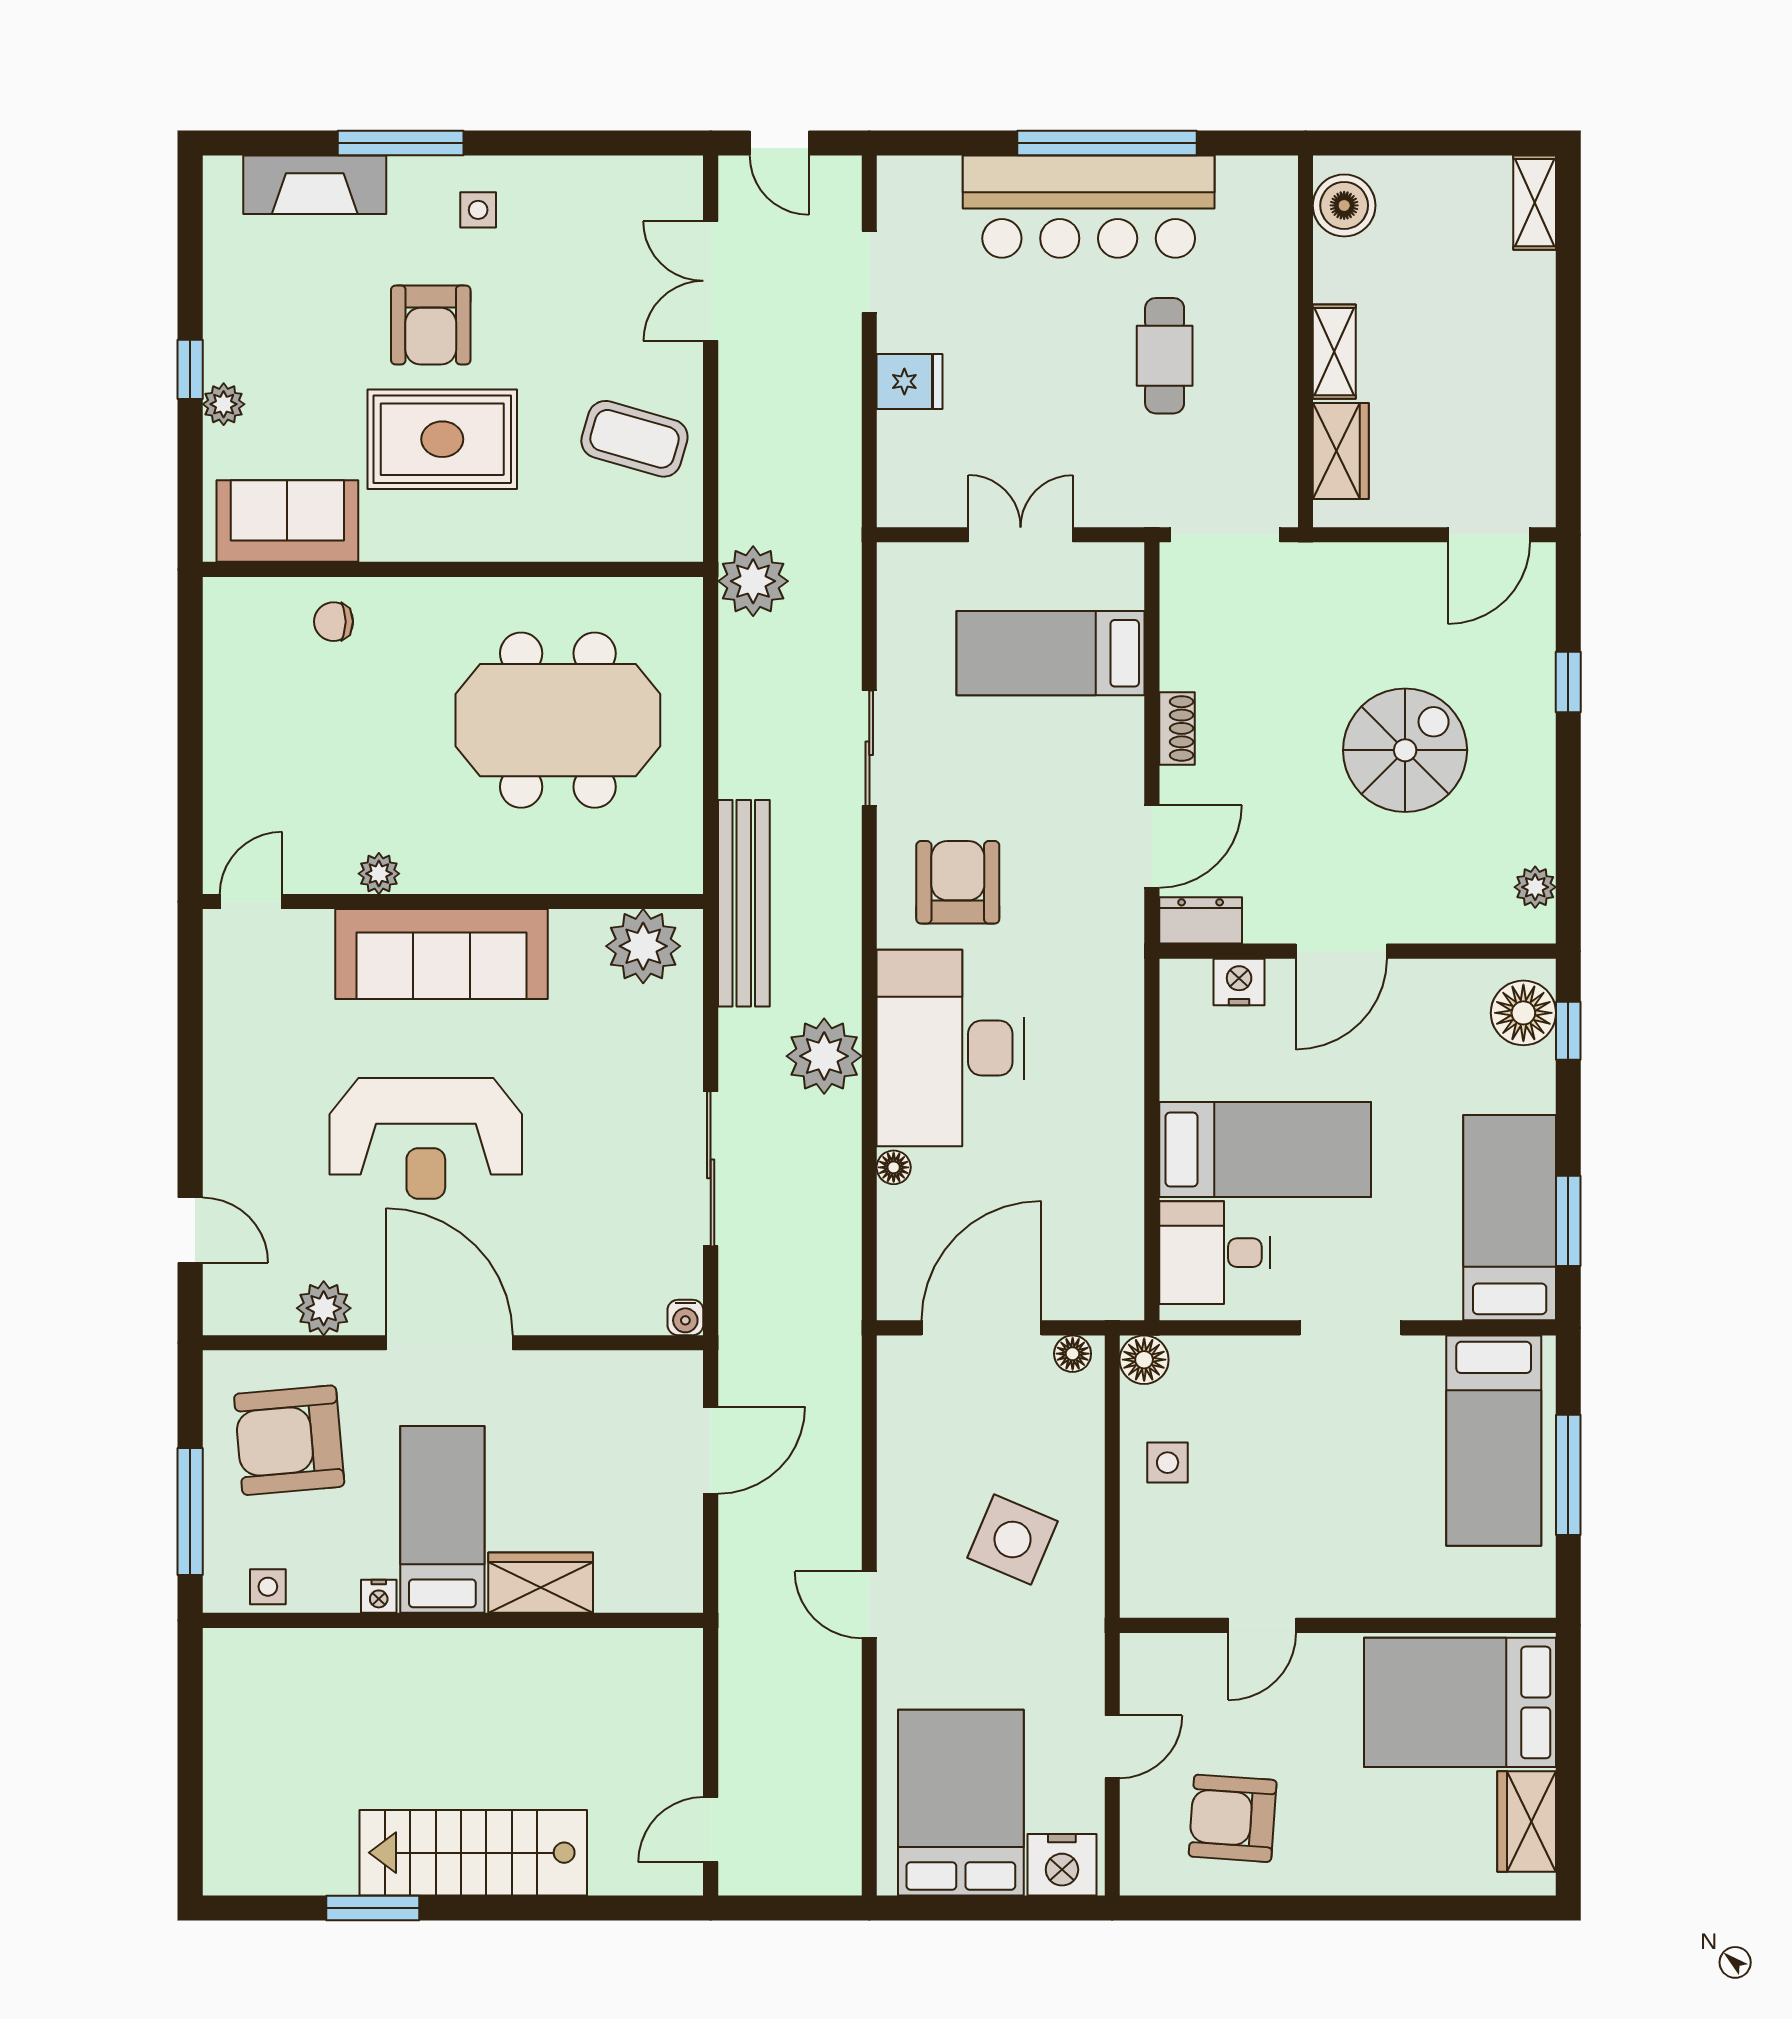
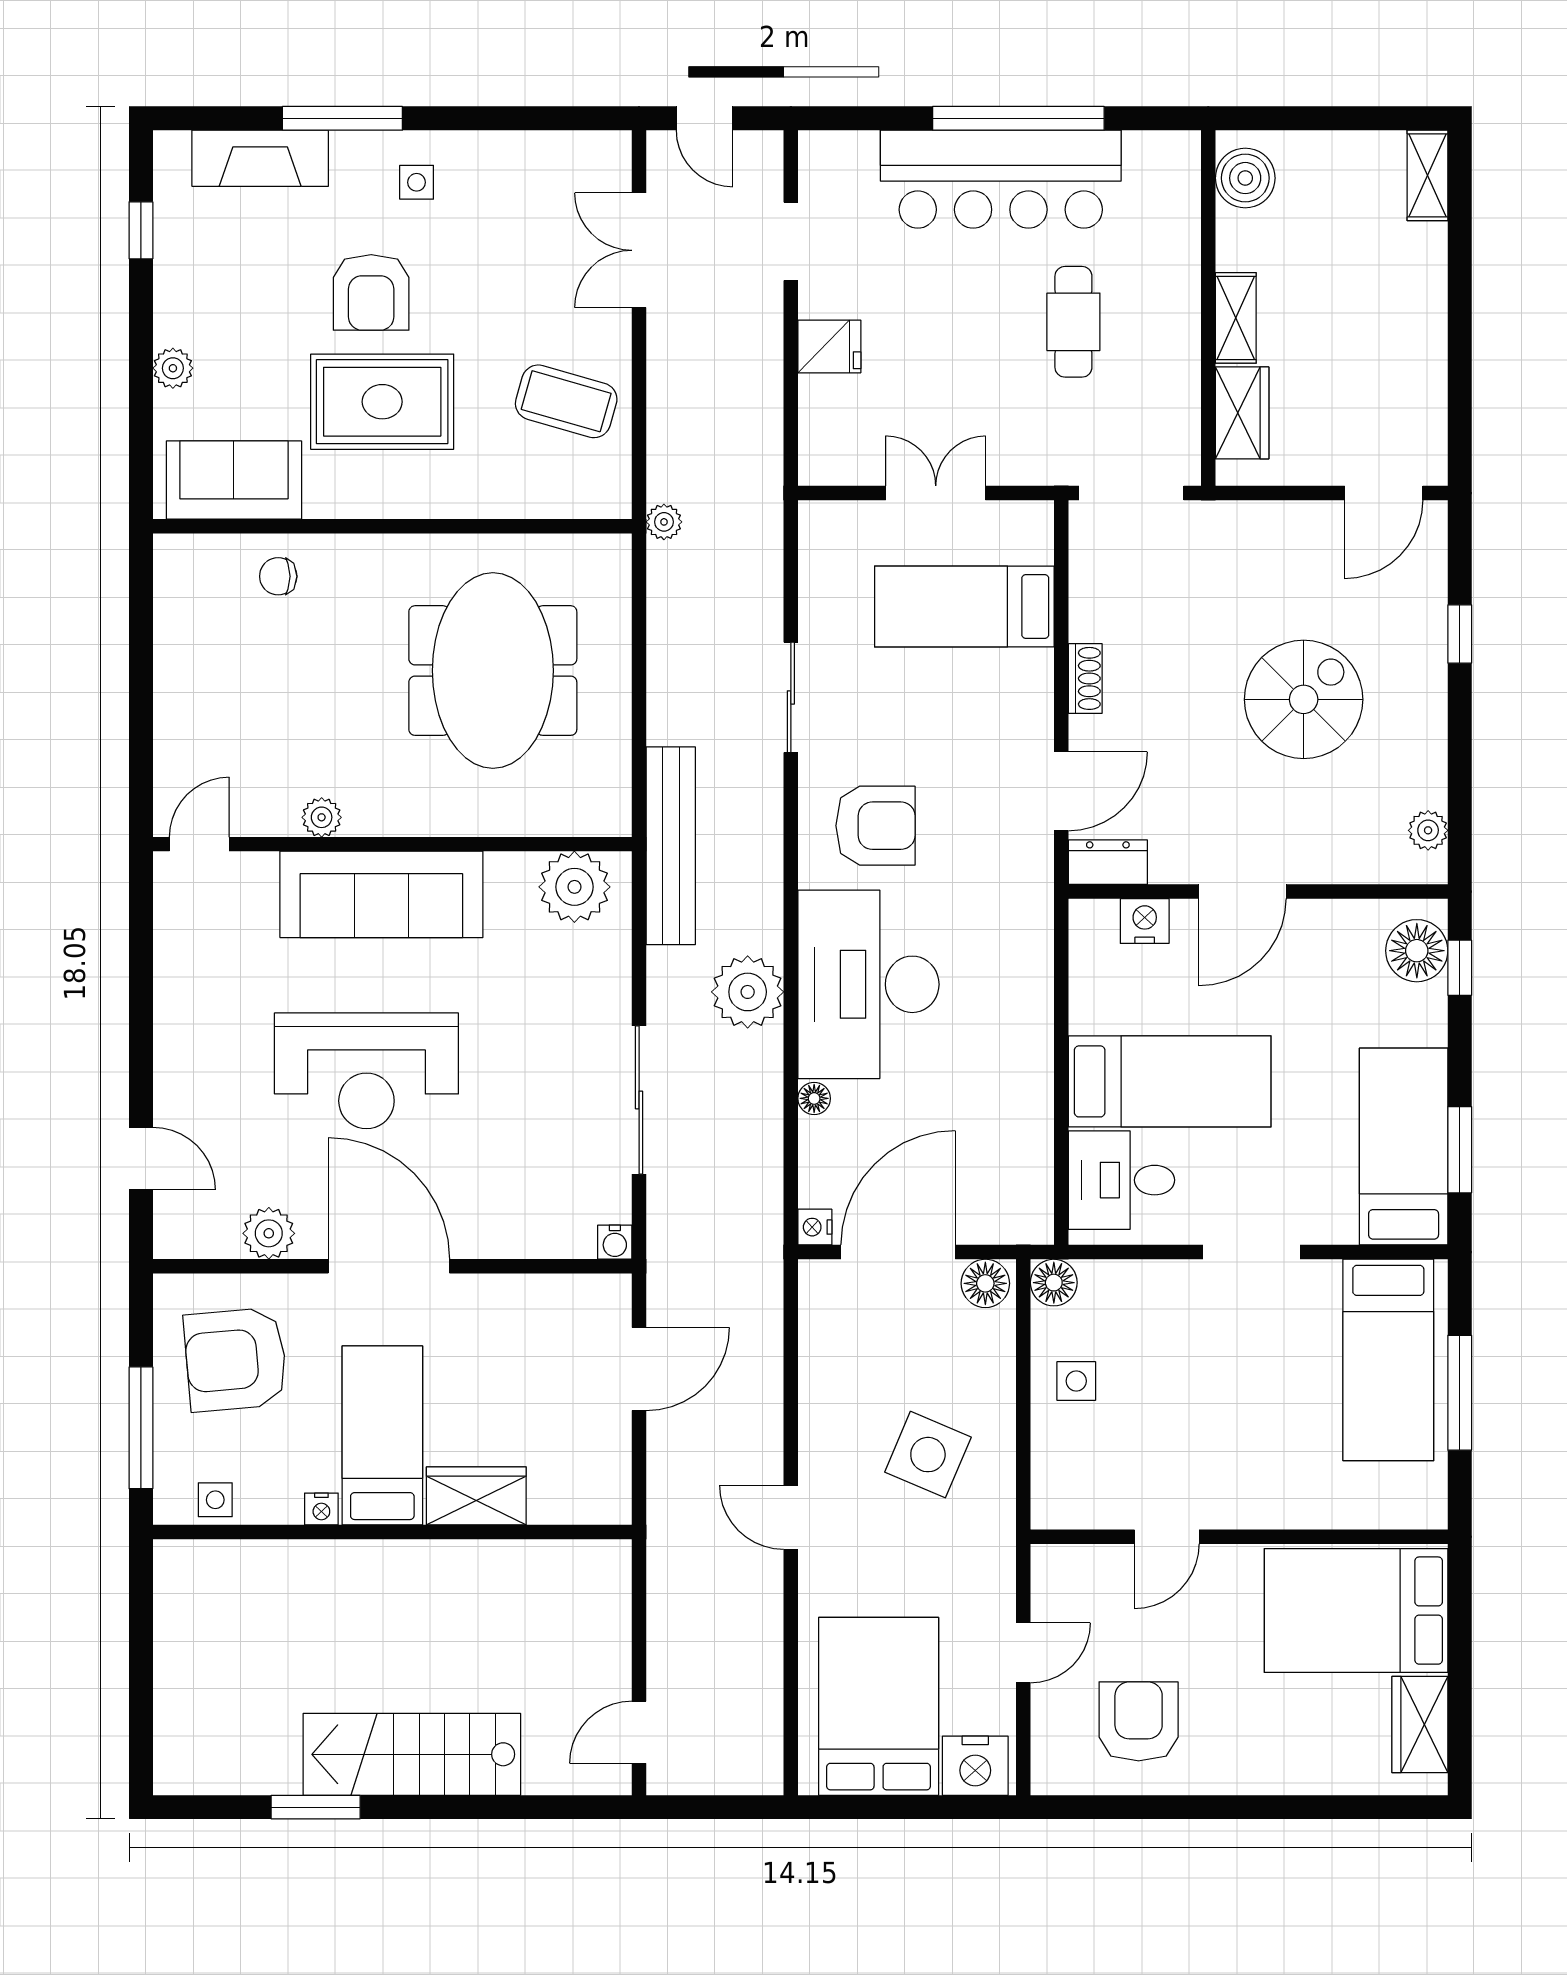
window: (190, 369) -> (141, 230), moved
plant: (753, 581) -> (664, 522), width x0.53, depth x0.53
meeting table: (558, 720) -> (493, 671), turned 90
armchair: (958, 882) -> (876, 826), turned 90
nightstand: (894, 1302) -> (815, 1227), added
floor lamp: (1073, 1354) -> (985, 1283), width x1.37, depth x1.37
armchair: (1233, 1818) -> (1139, 1721), turned 86

